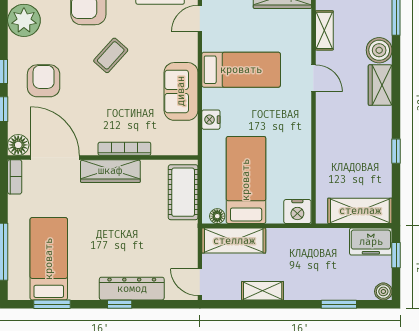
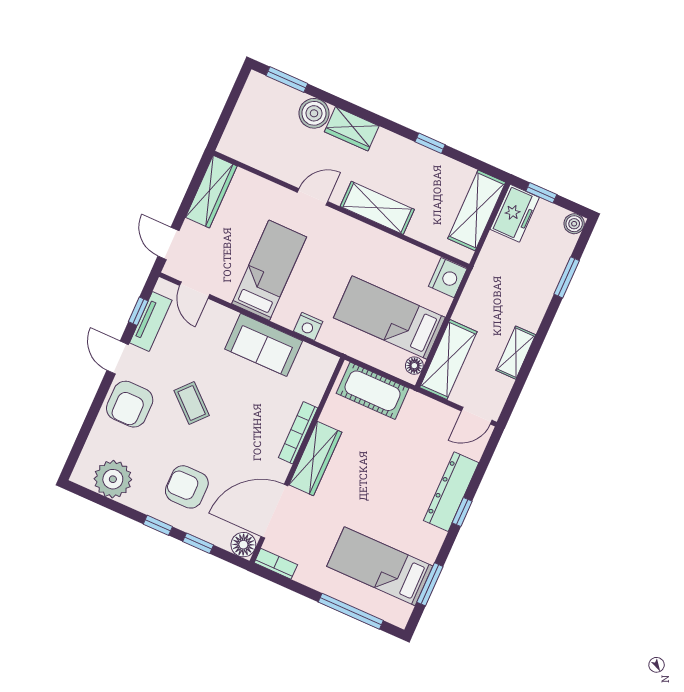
shelving: (324, 30) -> (377, 208), moved, width x1.50, depth x1.33

